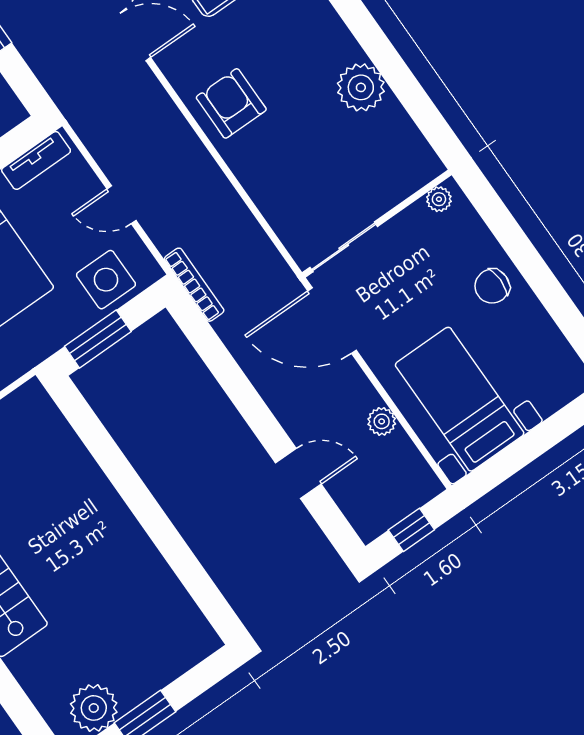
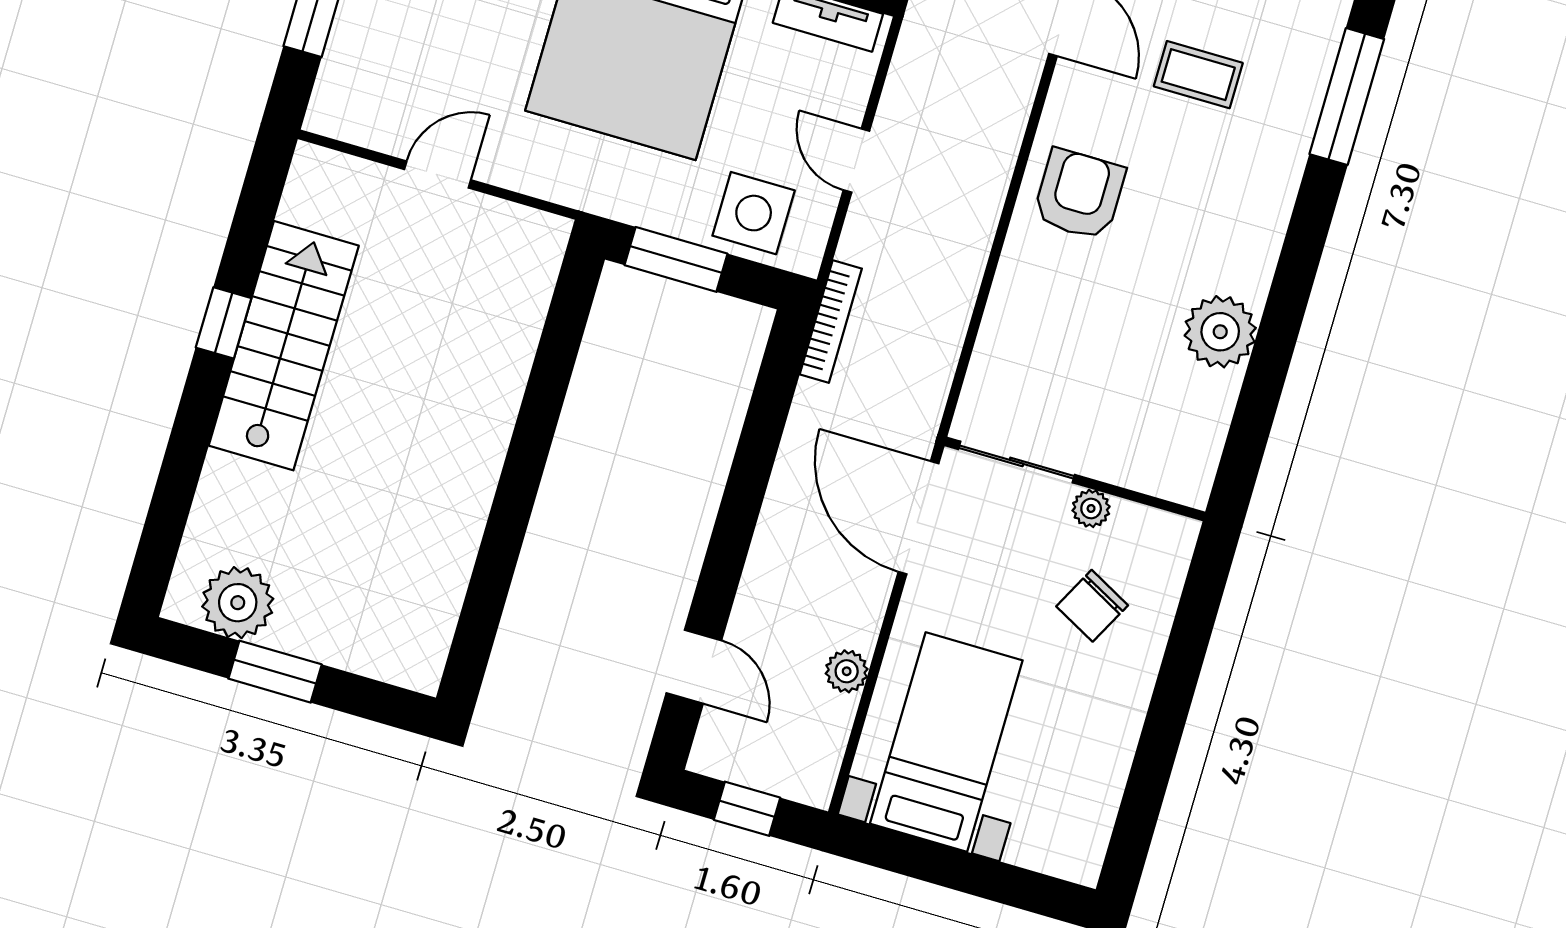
plant: (439, 199) -> (1091, 508), moved
chair: (492, 286) -> (1092, 606), moved, turned -62
door: (298, 474) -> (694, 667), moved

